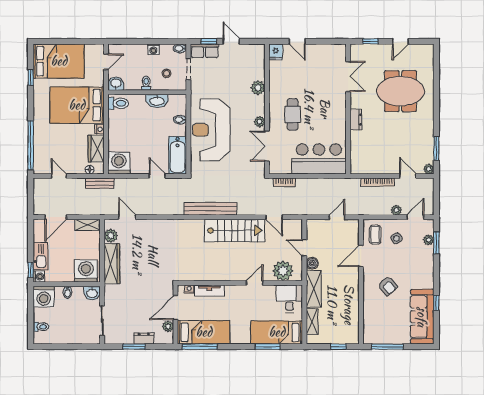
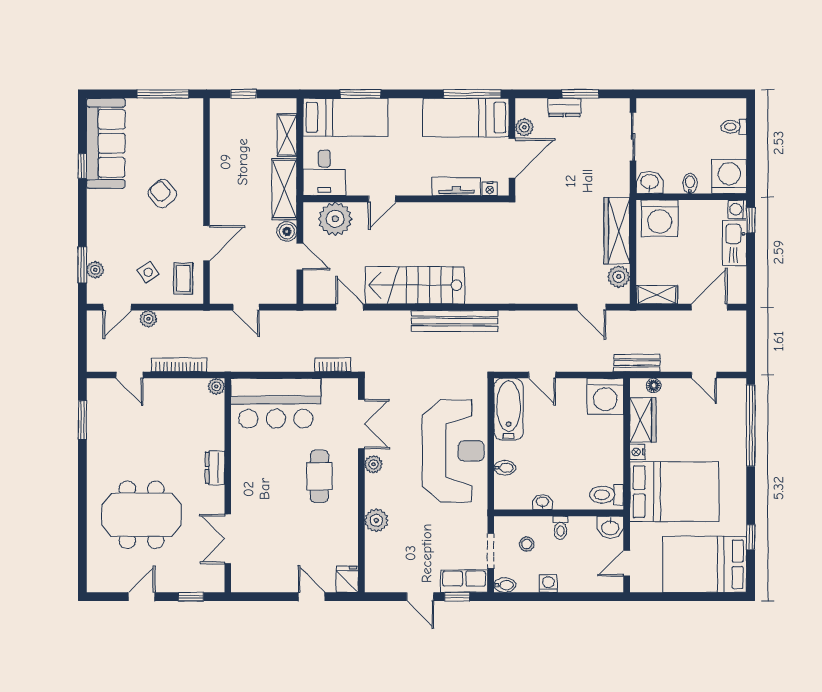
washbasin: (157, 101) -> (543, 502), width x0.52, depth x0.69
plant: (429, 169) -> (216, 386), moved
door: (337, 217) -> (246, 307), hinge flipped

